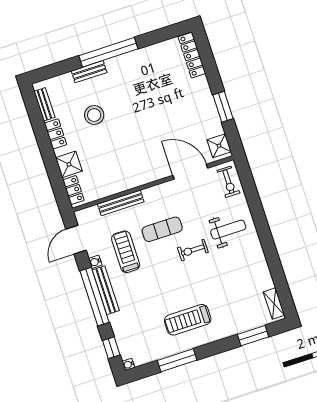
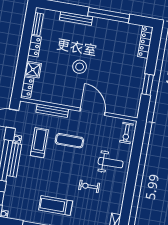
window: (108, 52) -> (109, 15), moved
bench: (89, 72) -> (76, 18), width x1.36
stool: (94, 115) -> (80, 67), moved
shower: (219, 146) -> (133, 107), removed
door: (190, 172) -> (93, 112), moved
exercise bike: (193, 250) -> (89, 186), moved

